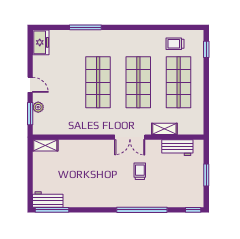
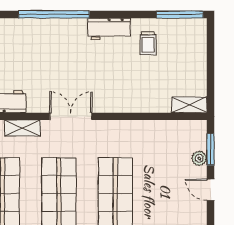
trolley: (140, 171) -> (148, 43), moved
workbench: (48, 200) -> (109, 29), moved

